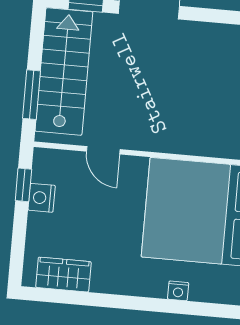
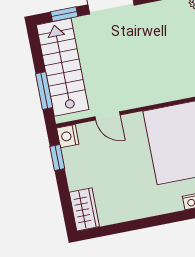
nightstand: (42, 198) -> (68, 136), moved
wardrobe: (63, 275) -> (84, 209), moved, turned 90

